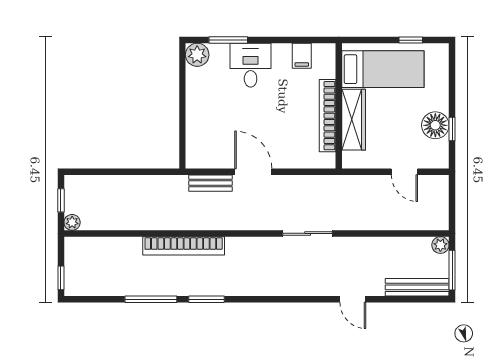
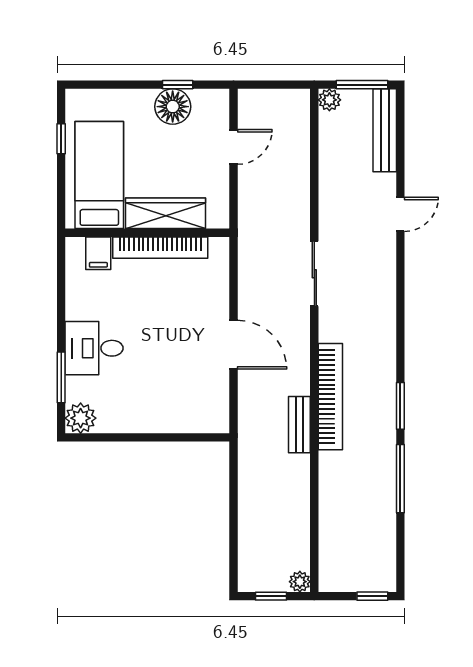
filing cabinet: (302, 56) -> (98, 253), moved, turned 90
door: (253, 172) -> (233, 345), swing flipped
bench: (210, 183) -> (299, 425), moved
bookcase: (184, 246) -> (330, 397), moved

